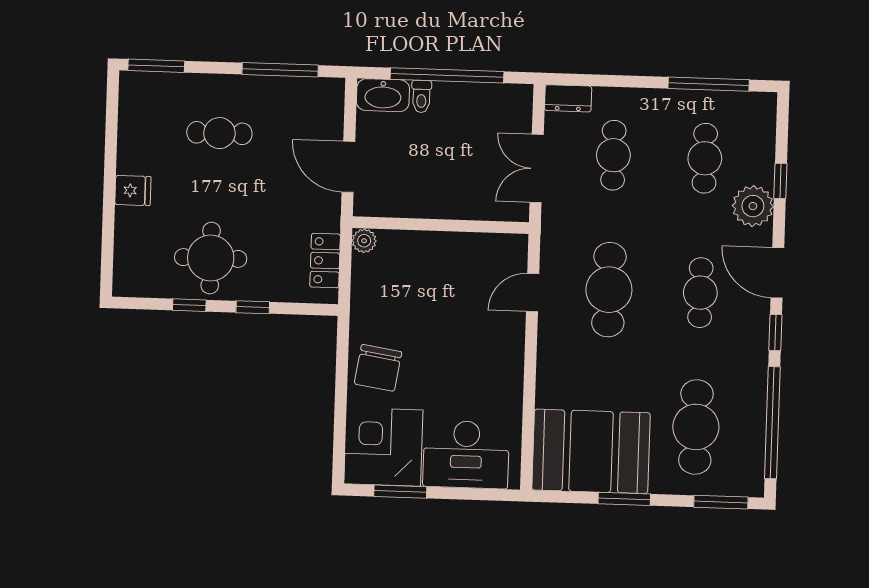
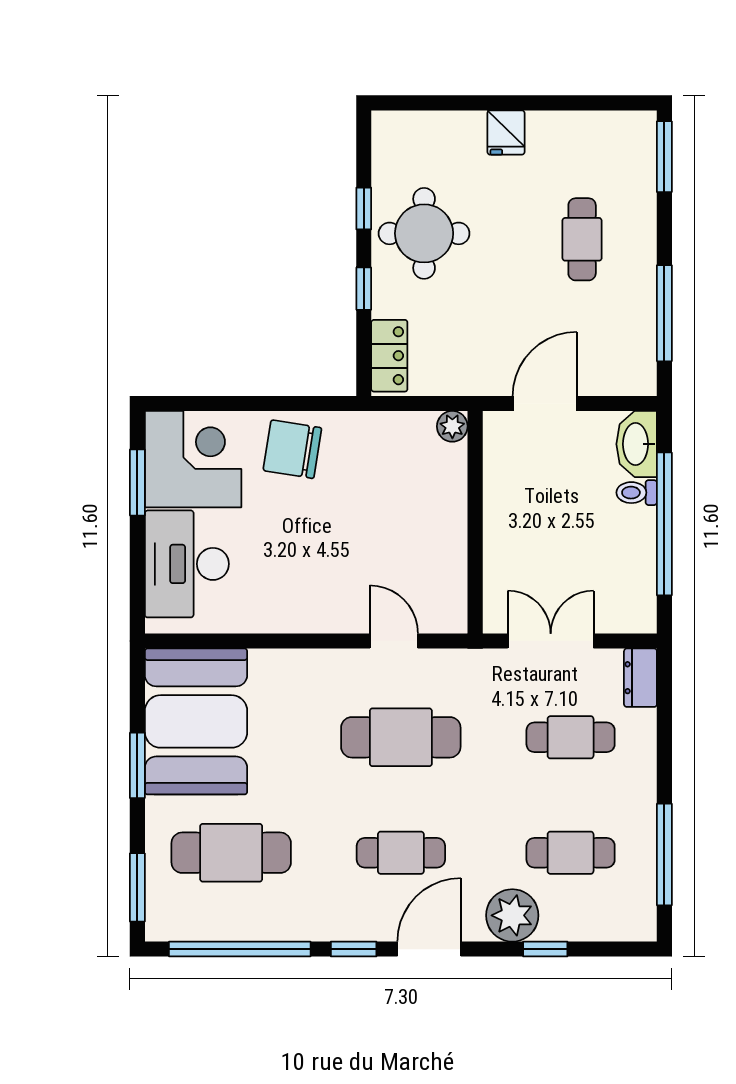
locker: (325, 261) -> (389, 356), moved, turned 90

